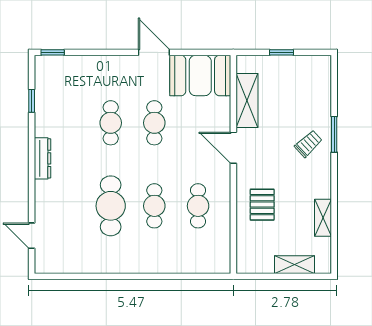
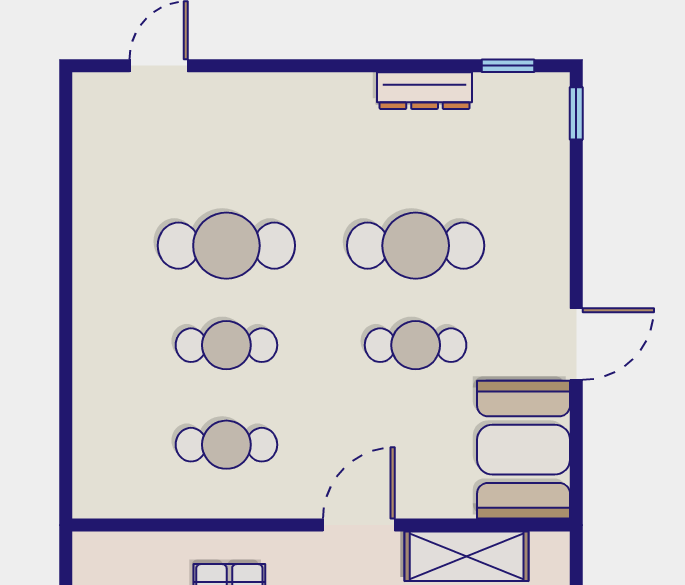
window: (32, 101) -> (508, 66), moved
cafe table: (111, 123) -> (416, 246), width x1.37, depth x1.35
dresser: (43, 158) -> (425, 91), moved

